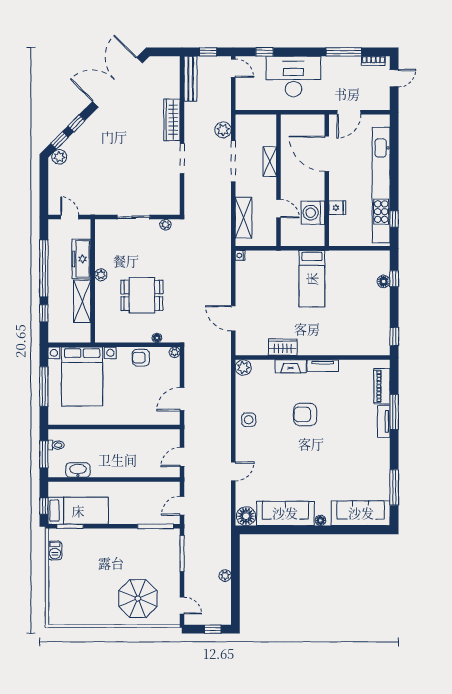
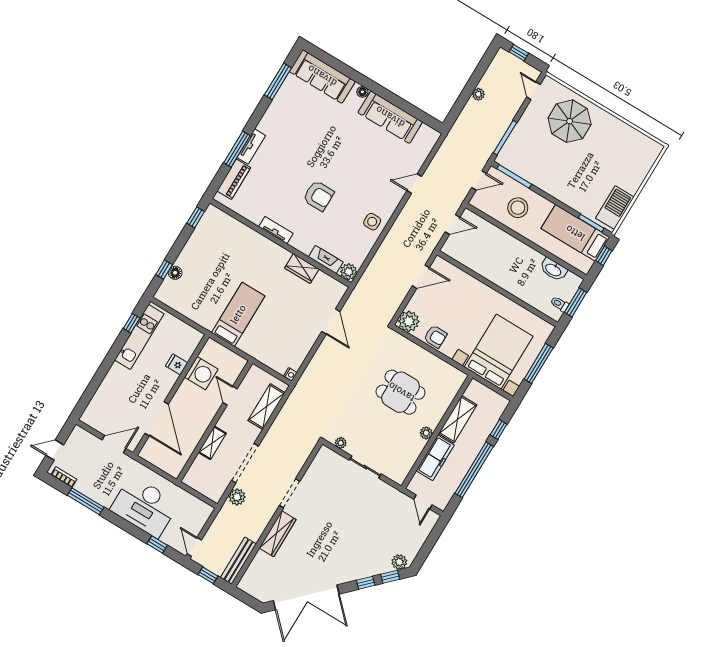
kitchen unit: (381, 185) -> (139, 337), width x0.54
floor lamp: (157, 338) -> (410, 346), removed
plant: (175, 352) -> (409, 321), width x1.88, depth x1.88
fireplace: (291, 366) -> (326, 260), moved
stool: (137, 503) -> (518, 208), added
floor lamp: (246, 516) -> (427, 136), removed
barbecue: (55, 550) -> (615, 208), width x1.88, depth x1.53

